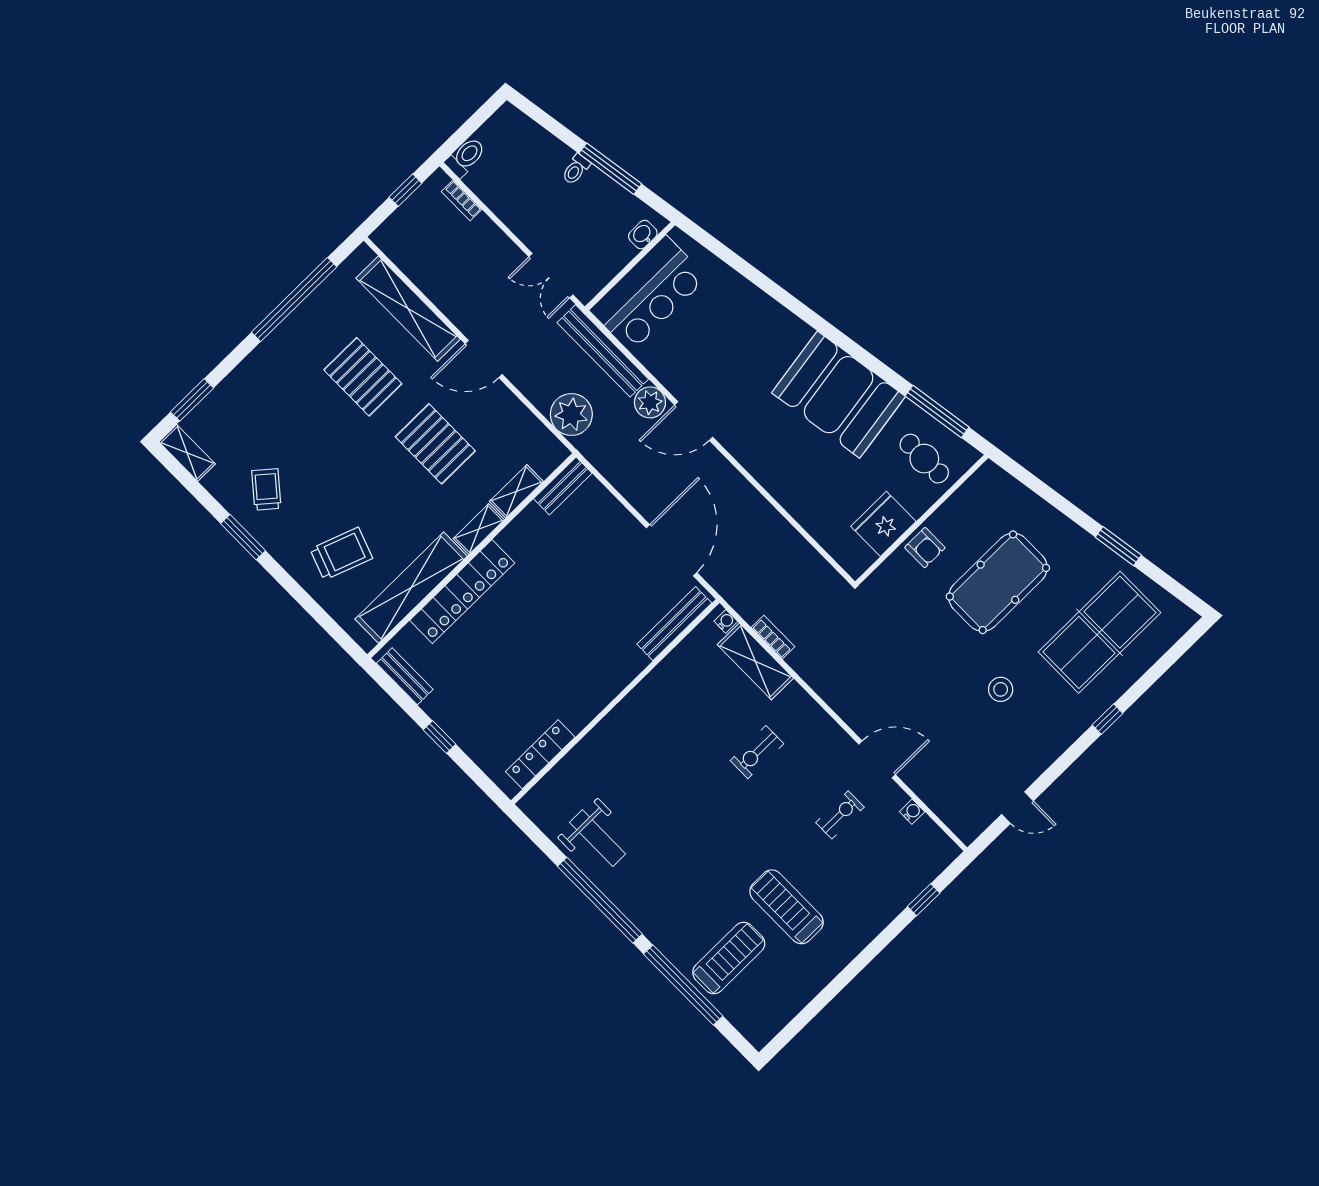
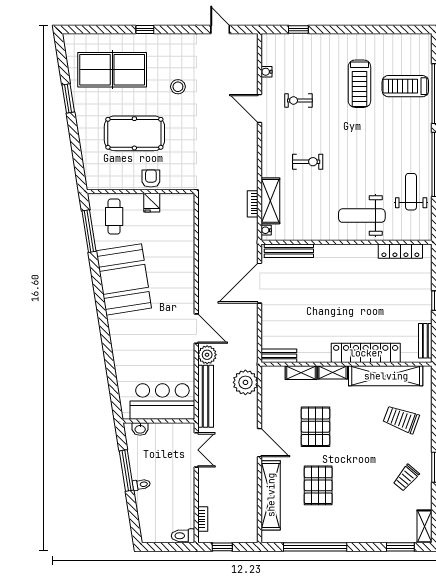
fridge: (883, 524) -> (152, 203), width x0.53, depth x0.75
weight bench: (628, 752) -> (362, 216), added

